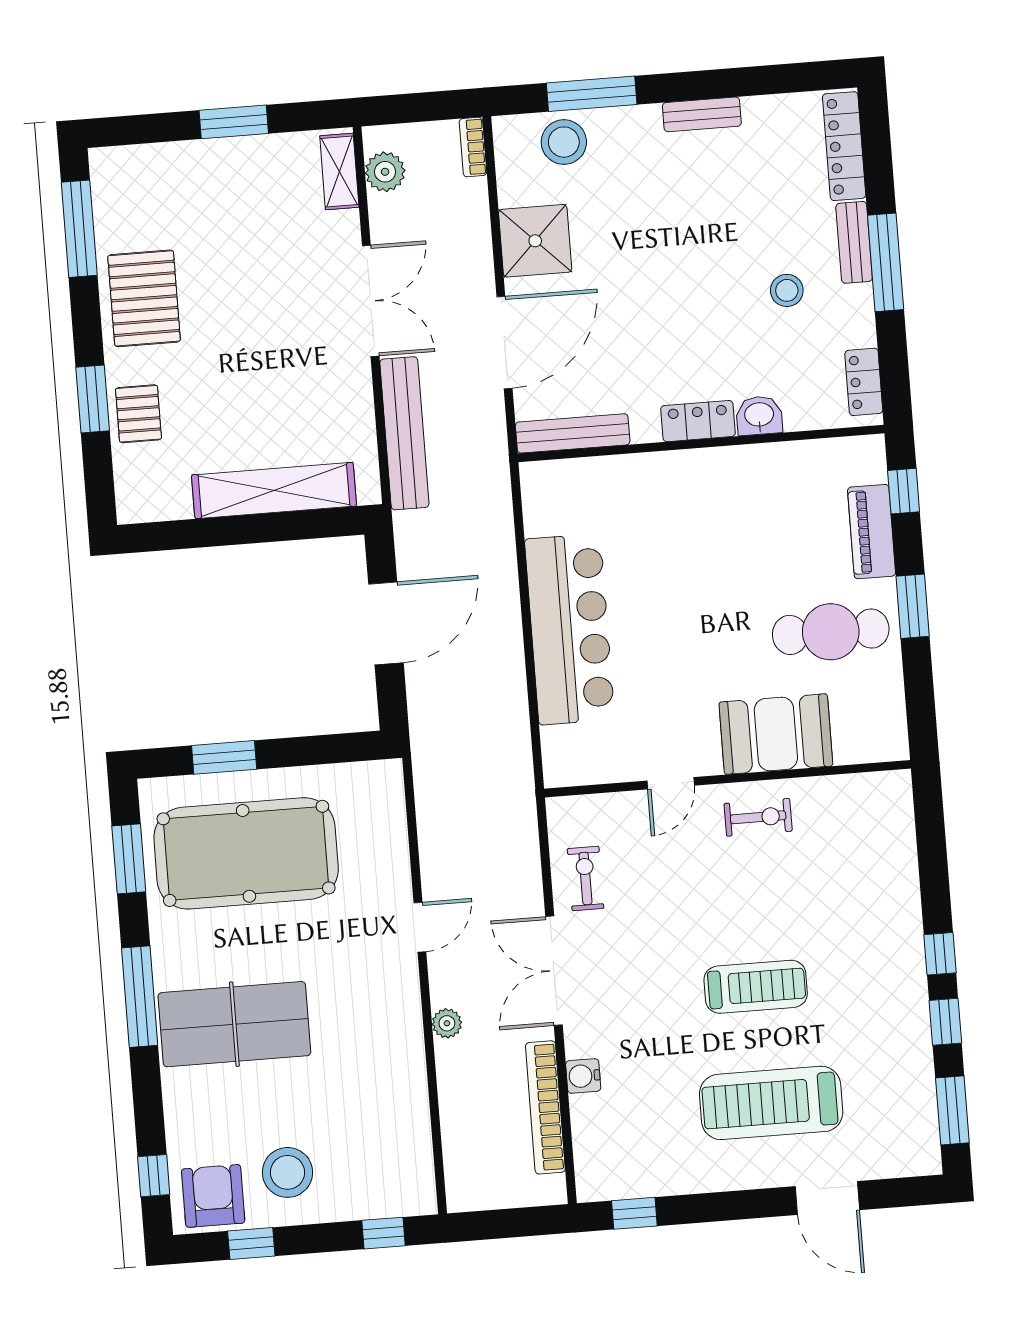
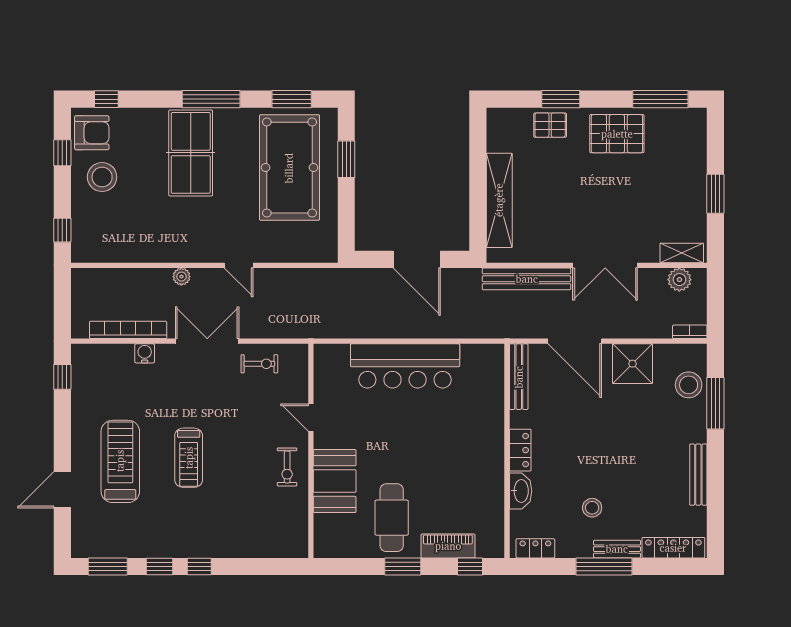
bench: (702, 114) -> (698, 475), width x1.36
washbasin: (759, 416) -> (521, 491), width x1.38

